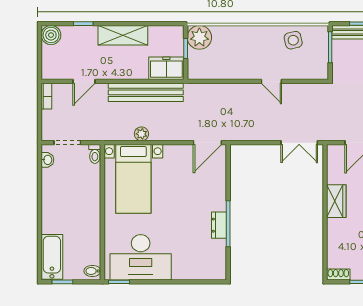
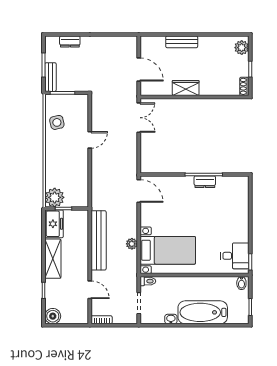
freezer: (166, 68) -> (54, 224), moved, turned 180
washbasin: (47, 160) -> (171, 319), moved
bathtub: (52, 257) -> (203, 312), moved, width x1.36, depth x1.36
desk: (141, 257) -> (235, 256), width x0.53, depth x0.77

